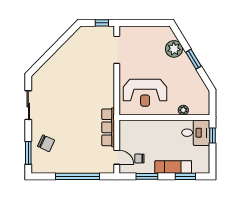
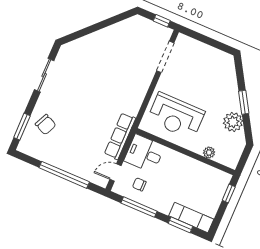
plant: (174, 49) -> (233, 122), moved
desk: (196, 133) -> (144, 154), moved, turned 180
door: (117, 157) -> (115, 173), swing flipped
exam couch: (173, 167) -> (191, 218), moved
window: (147, 176) -> (139, 207), width x1.44

